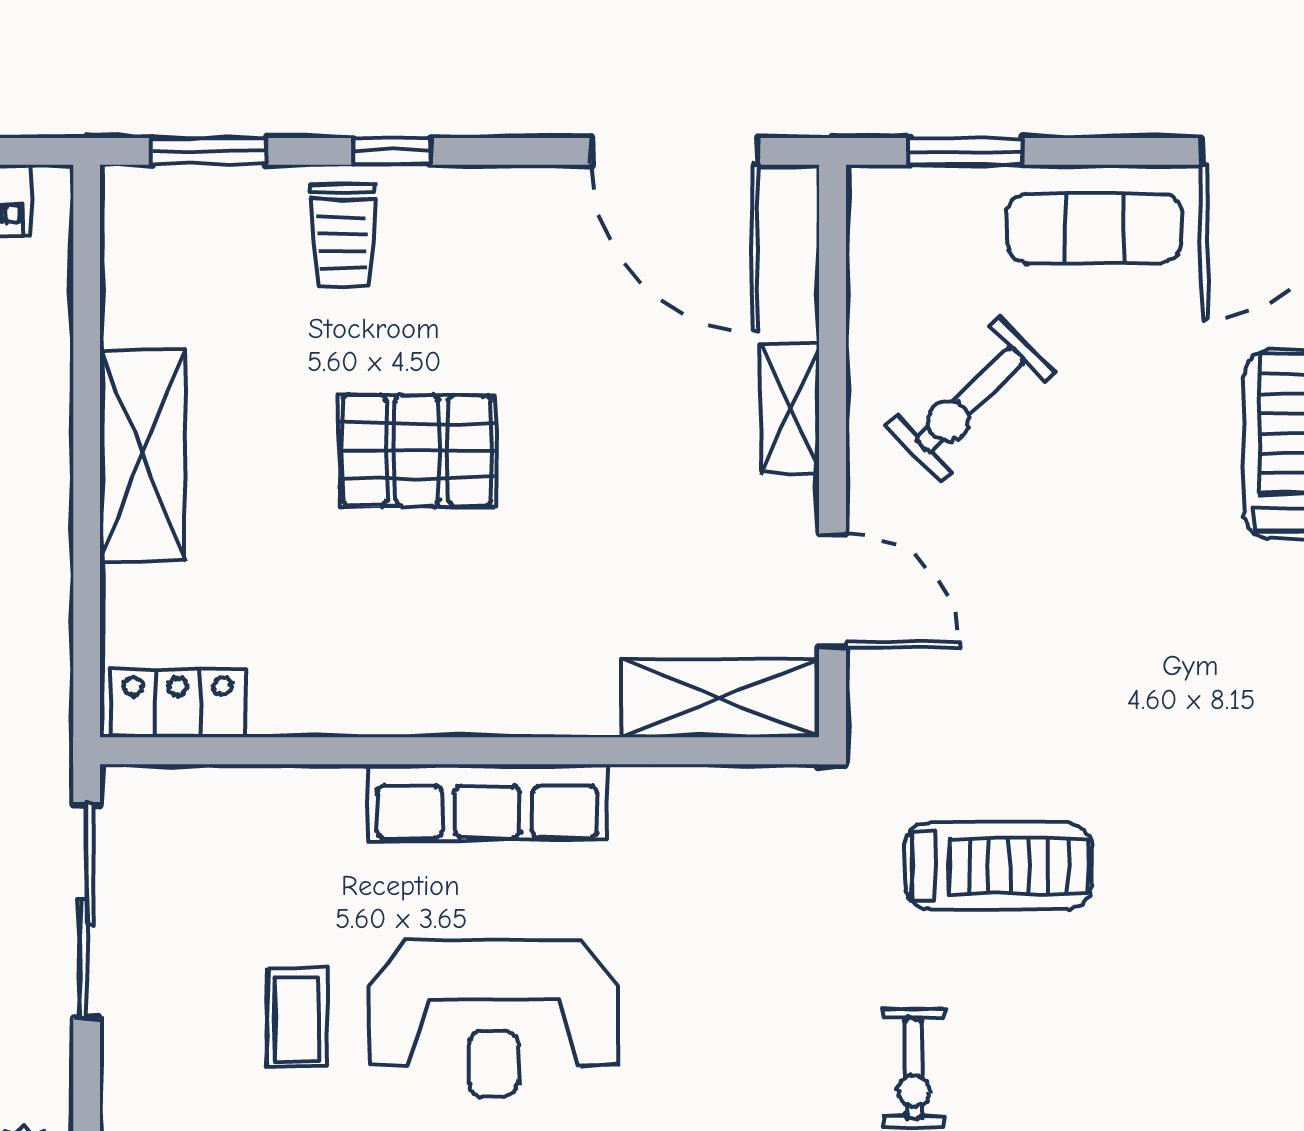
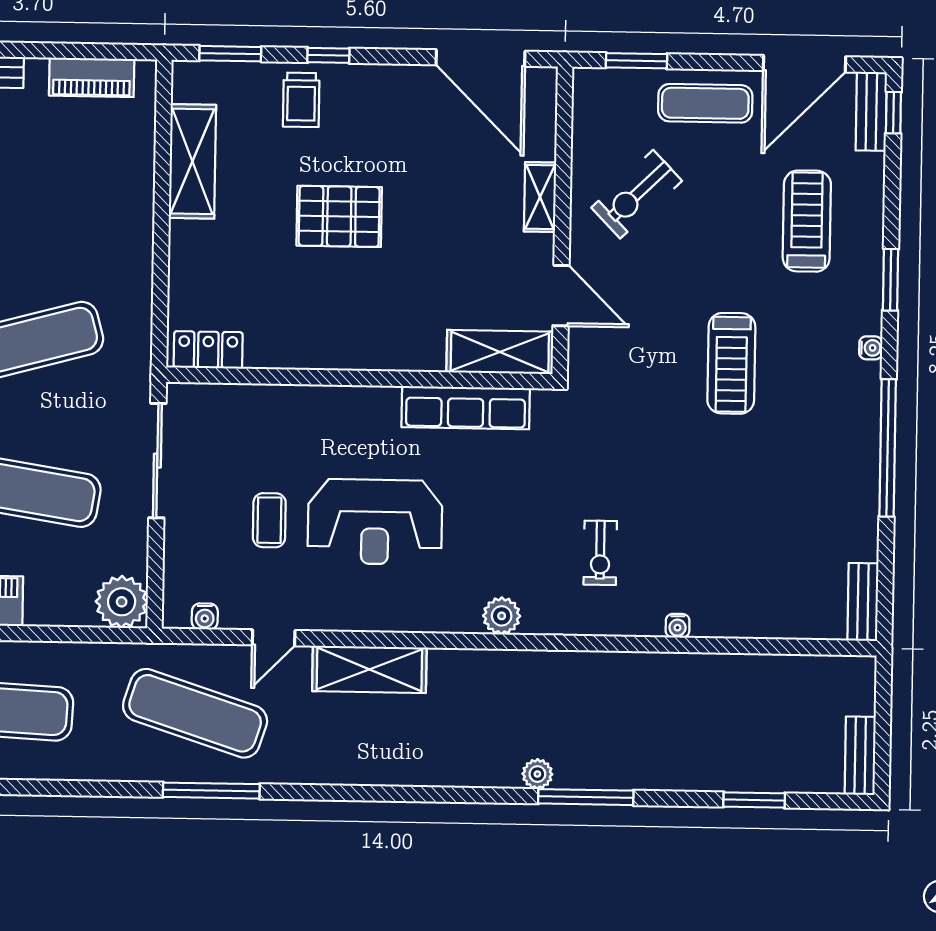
shelving: (142, 455) -> (192, 161), moved
row of seats: (487, 803) -> (466, 408), moved
treadmill: (998, 866) -> (731, 363), moved, turned 90

